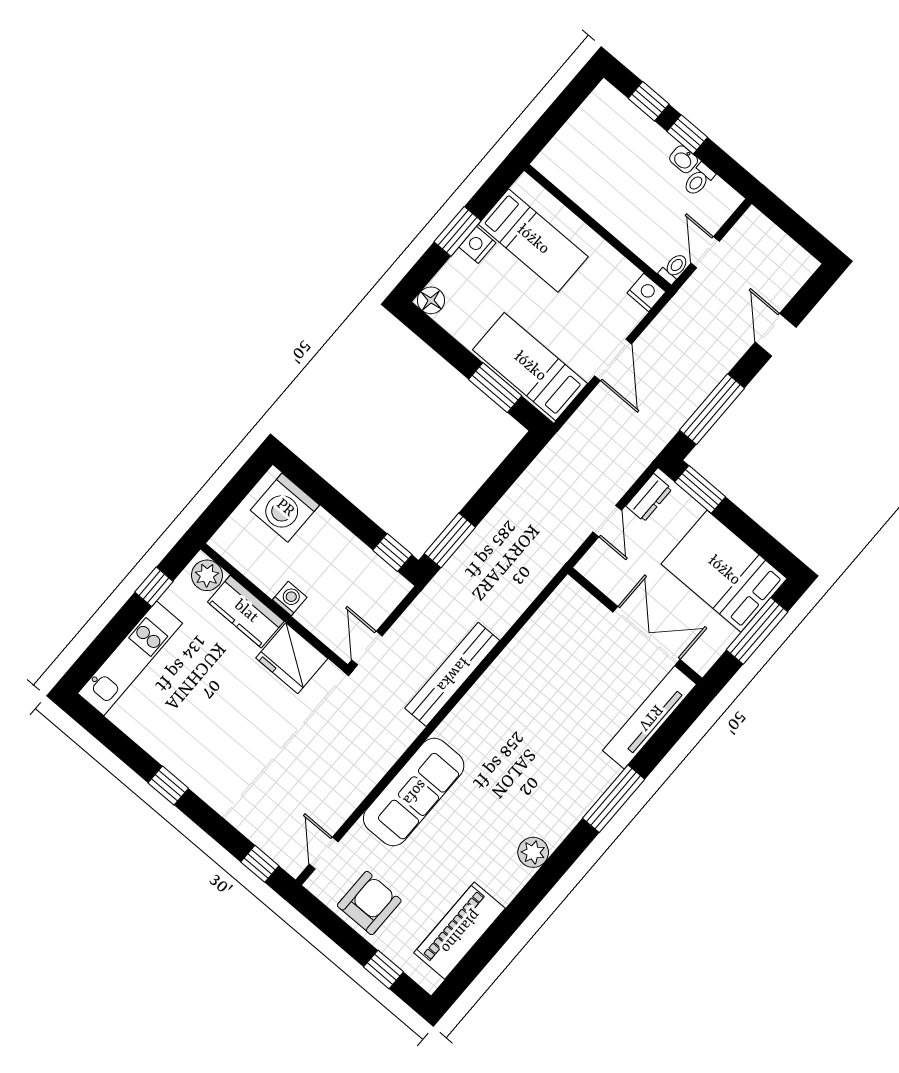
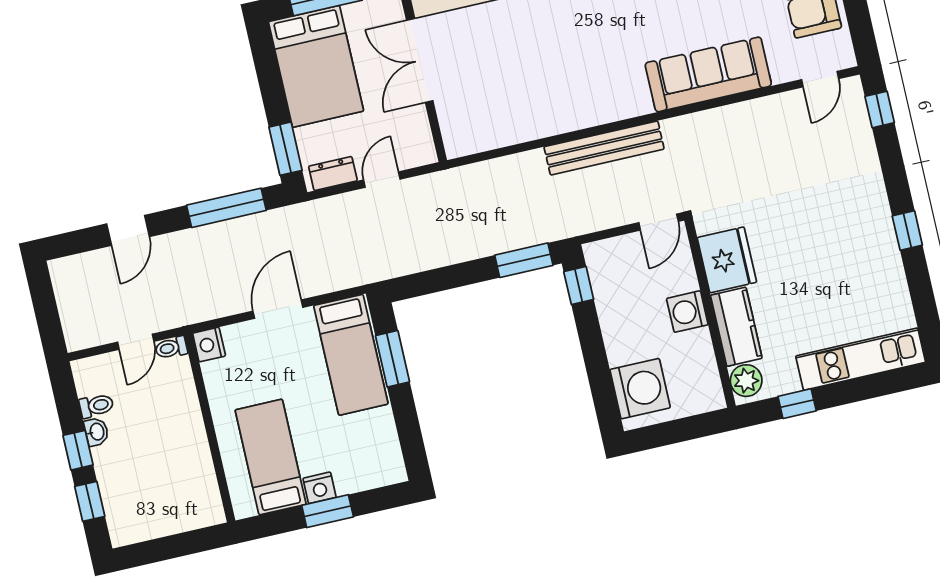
floor lamp: (431, 300) -> (392, 470), removed
washing machine: (290, 599) -> (687, 312), width x1.38, depth x1.38

